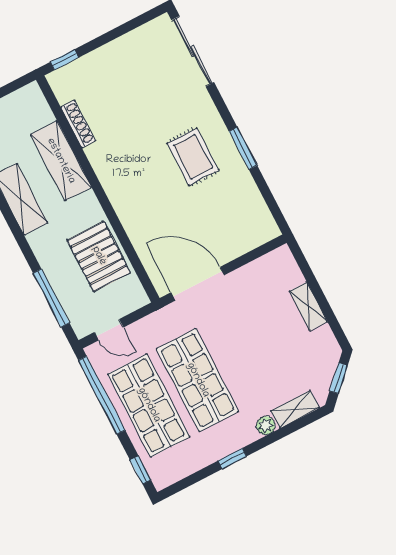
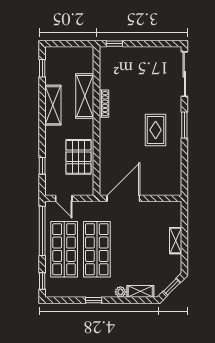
shoe rack: (78, 124) -> (104, 104), moved
window: (243, 148) -> (184, 125), moved
door: (198, 284) -> (123, 198), hinge flipped
window: (51, 298) -> (42, 166), width x0.46

